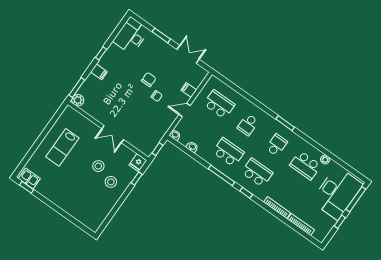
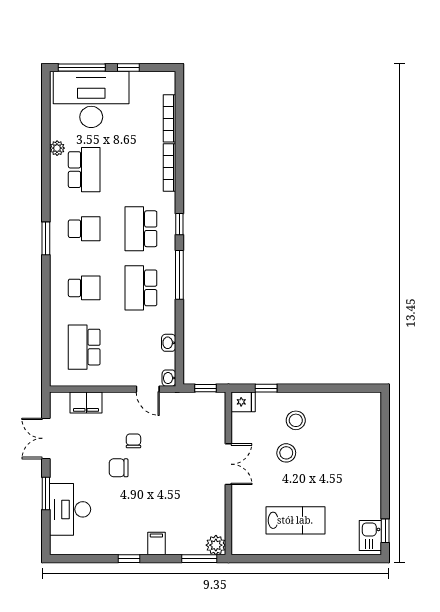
desk: (131, 36) -> (70, 509), moved, turned 90
filing cabinet: (189, 90) -> (86, 403), width x2.00
door: (184, 110) -> (148, 389), moved
school desk: (277, 145) -> (84, 229), turned 180

